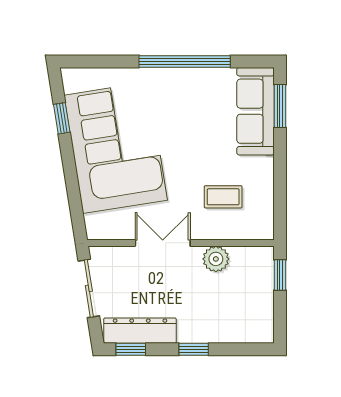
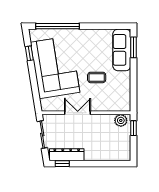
window: (185, 61) -> (58, 26), moved
coffee table: (223, 197) -> (97, 77), moved
plant: (216, 259) -> (121, 120), moved
window: (194, 349) -> (92, 164), removed

